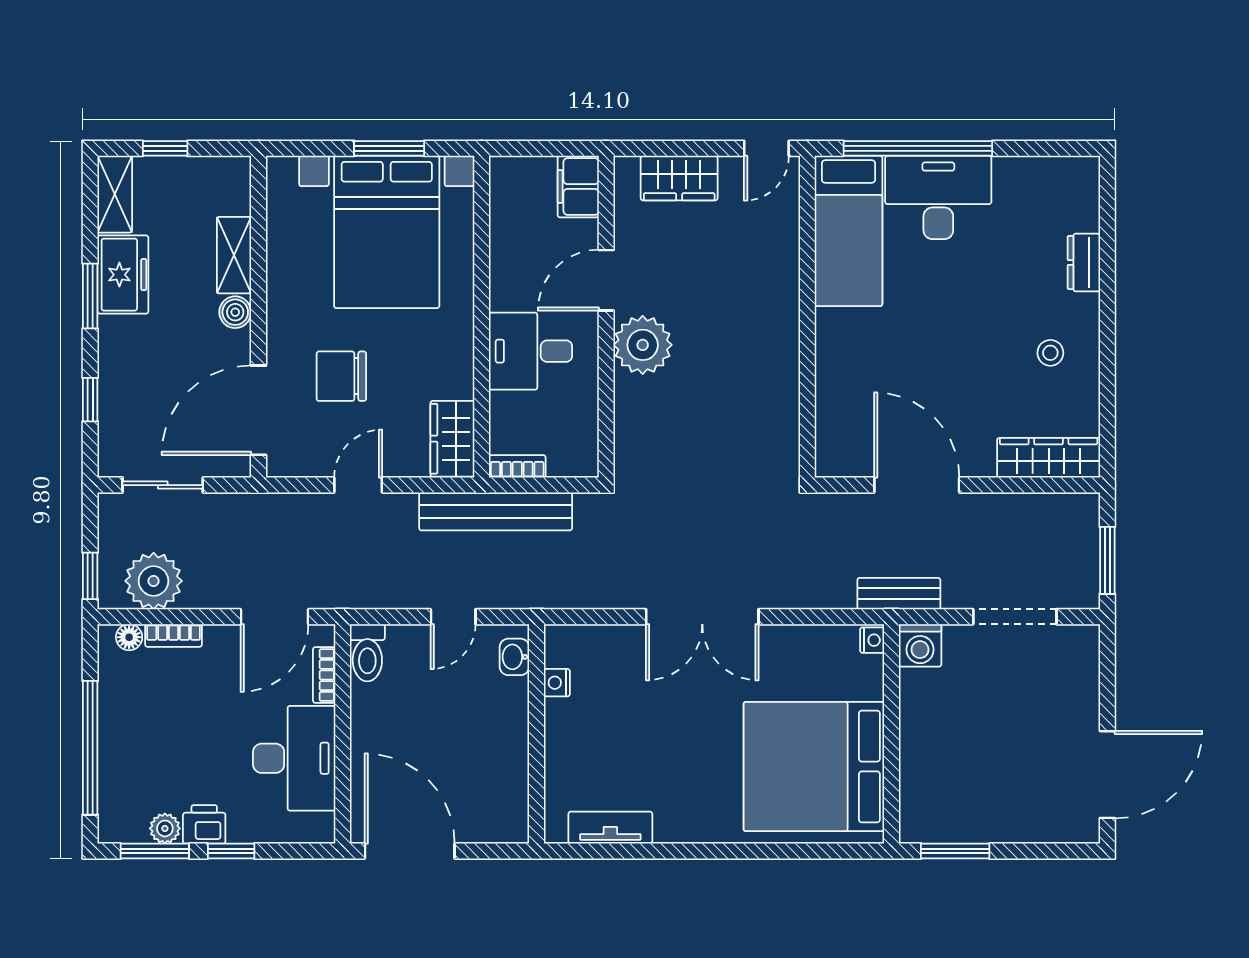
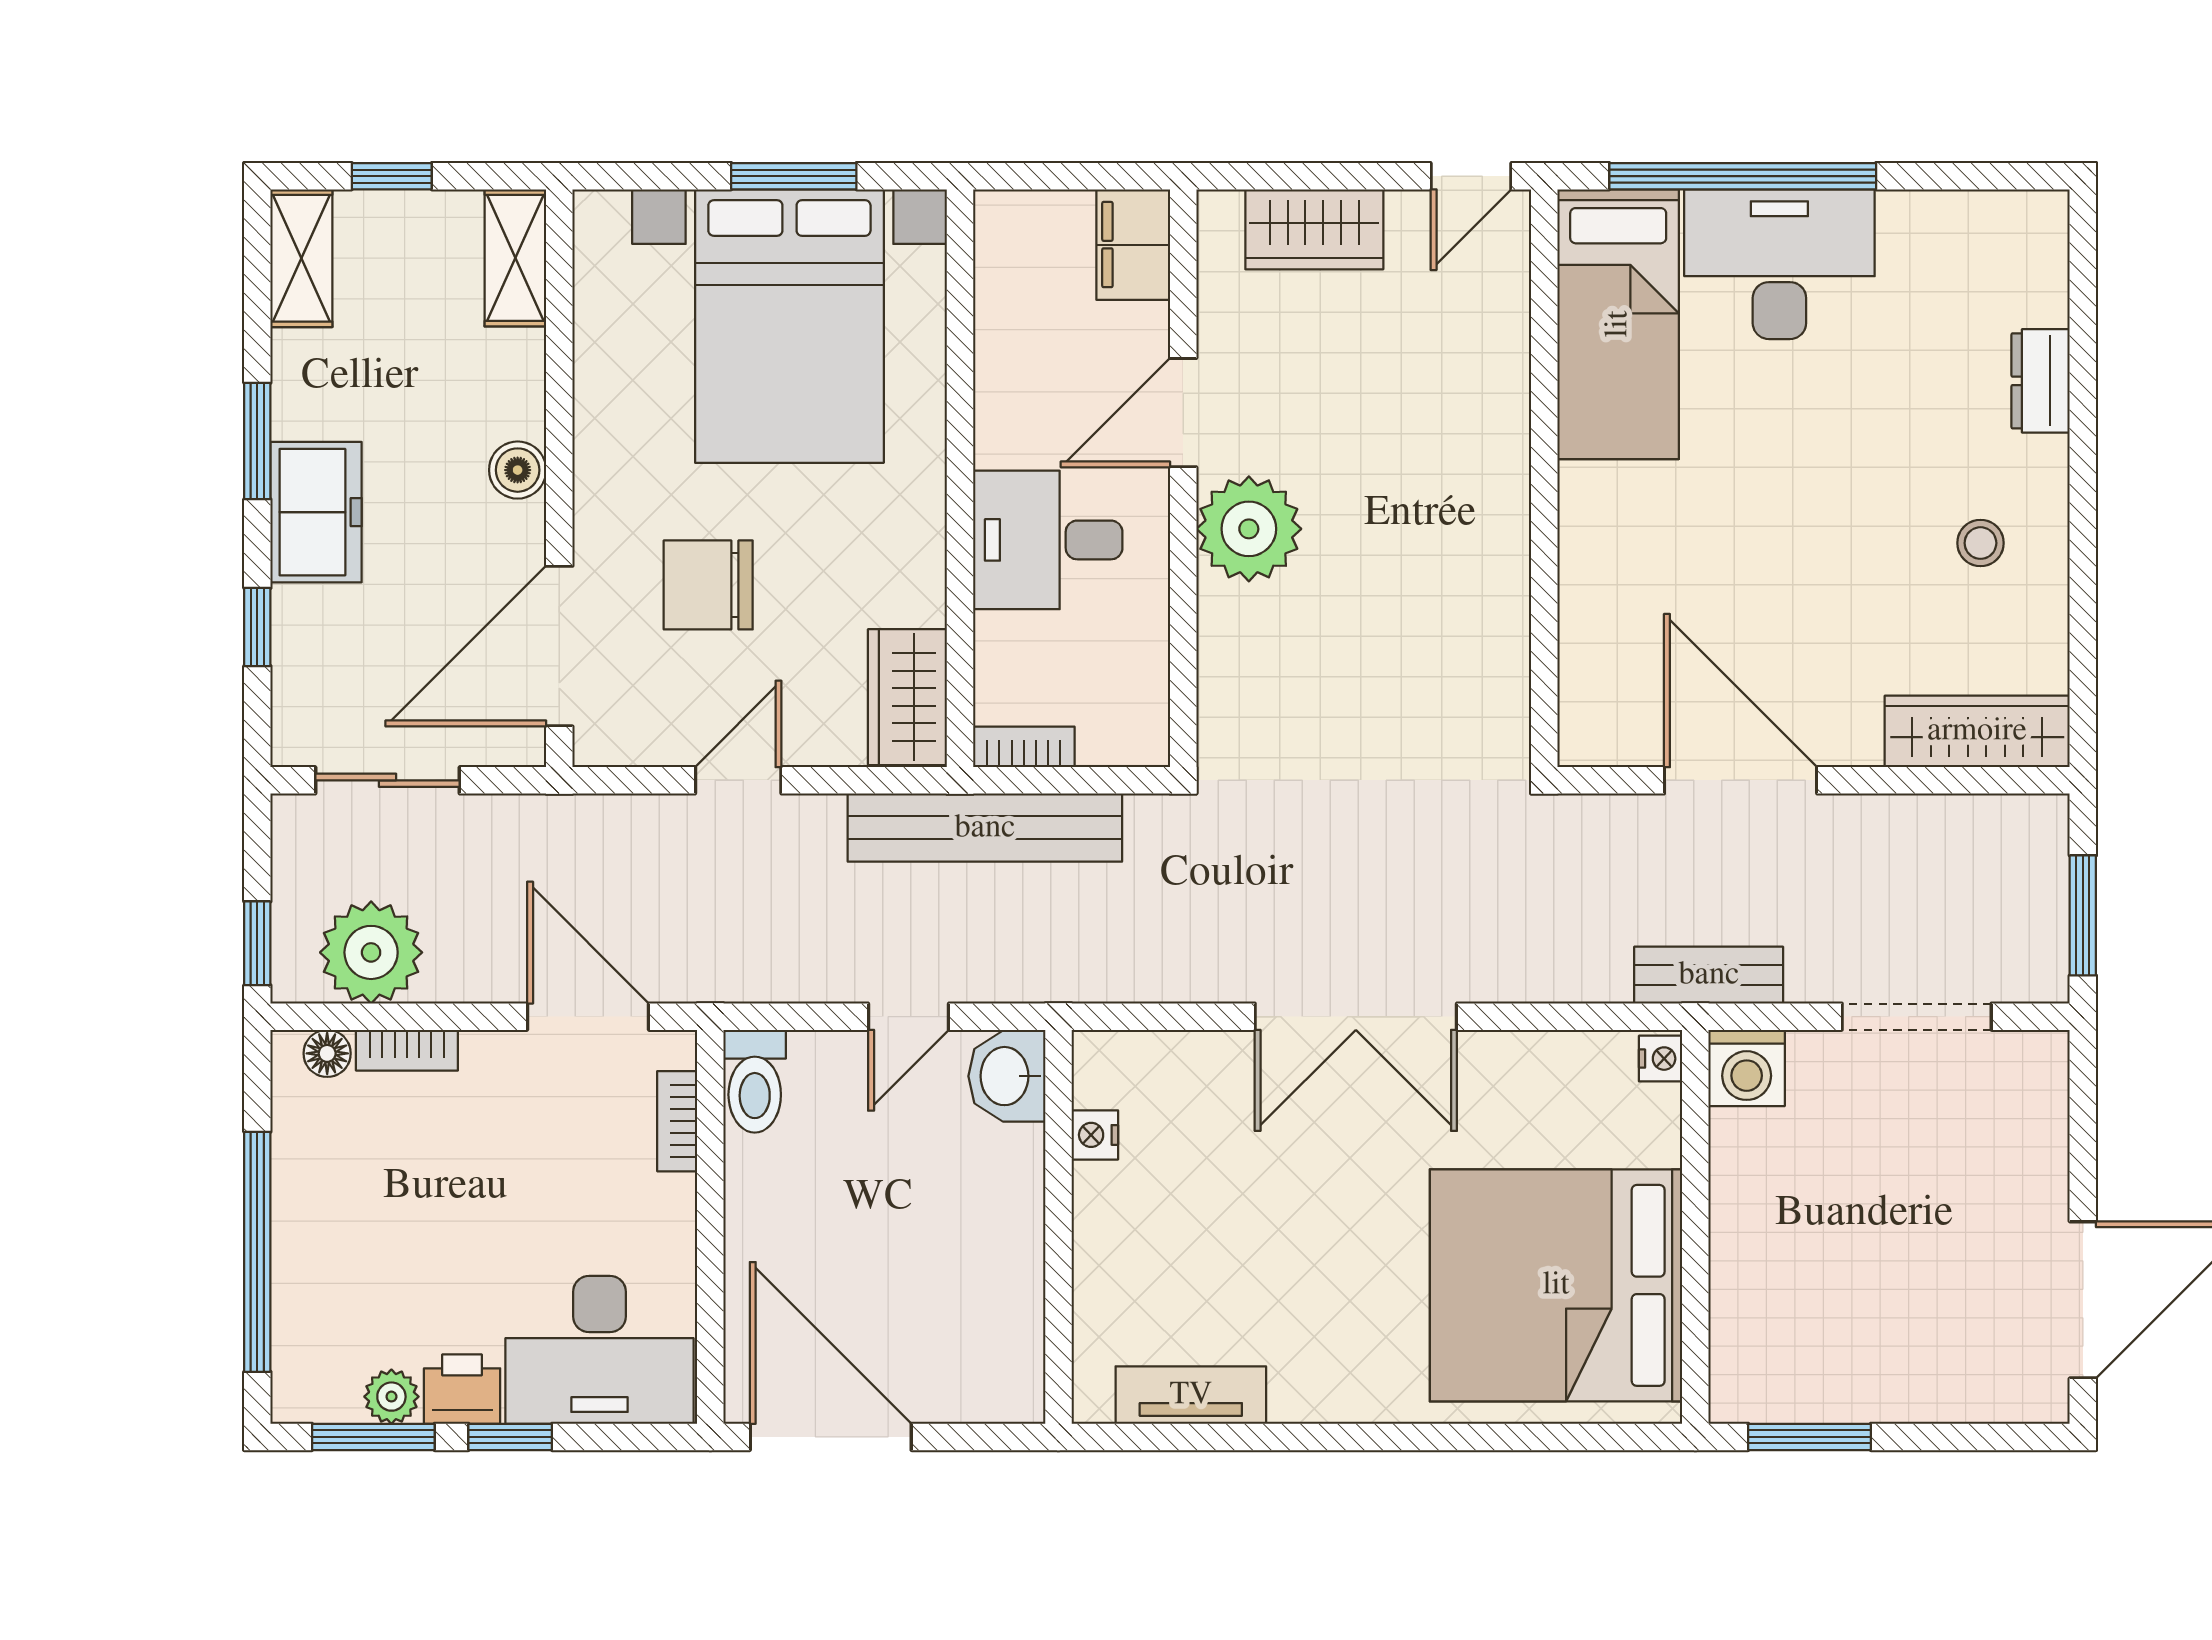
shelving: (234, 255) -> (515, 258), moved
freezer: (123, 275) -> (316, 512), moved
door: (274, 617) -> (588, 1017), swing flipped
washbasin: (514, 657) -> (1007, 1076), width x1.38, depth x1.45
desk: (294, 758) -> (599, 1350), moved, turned 90

